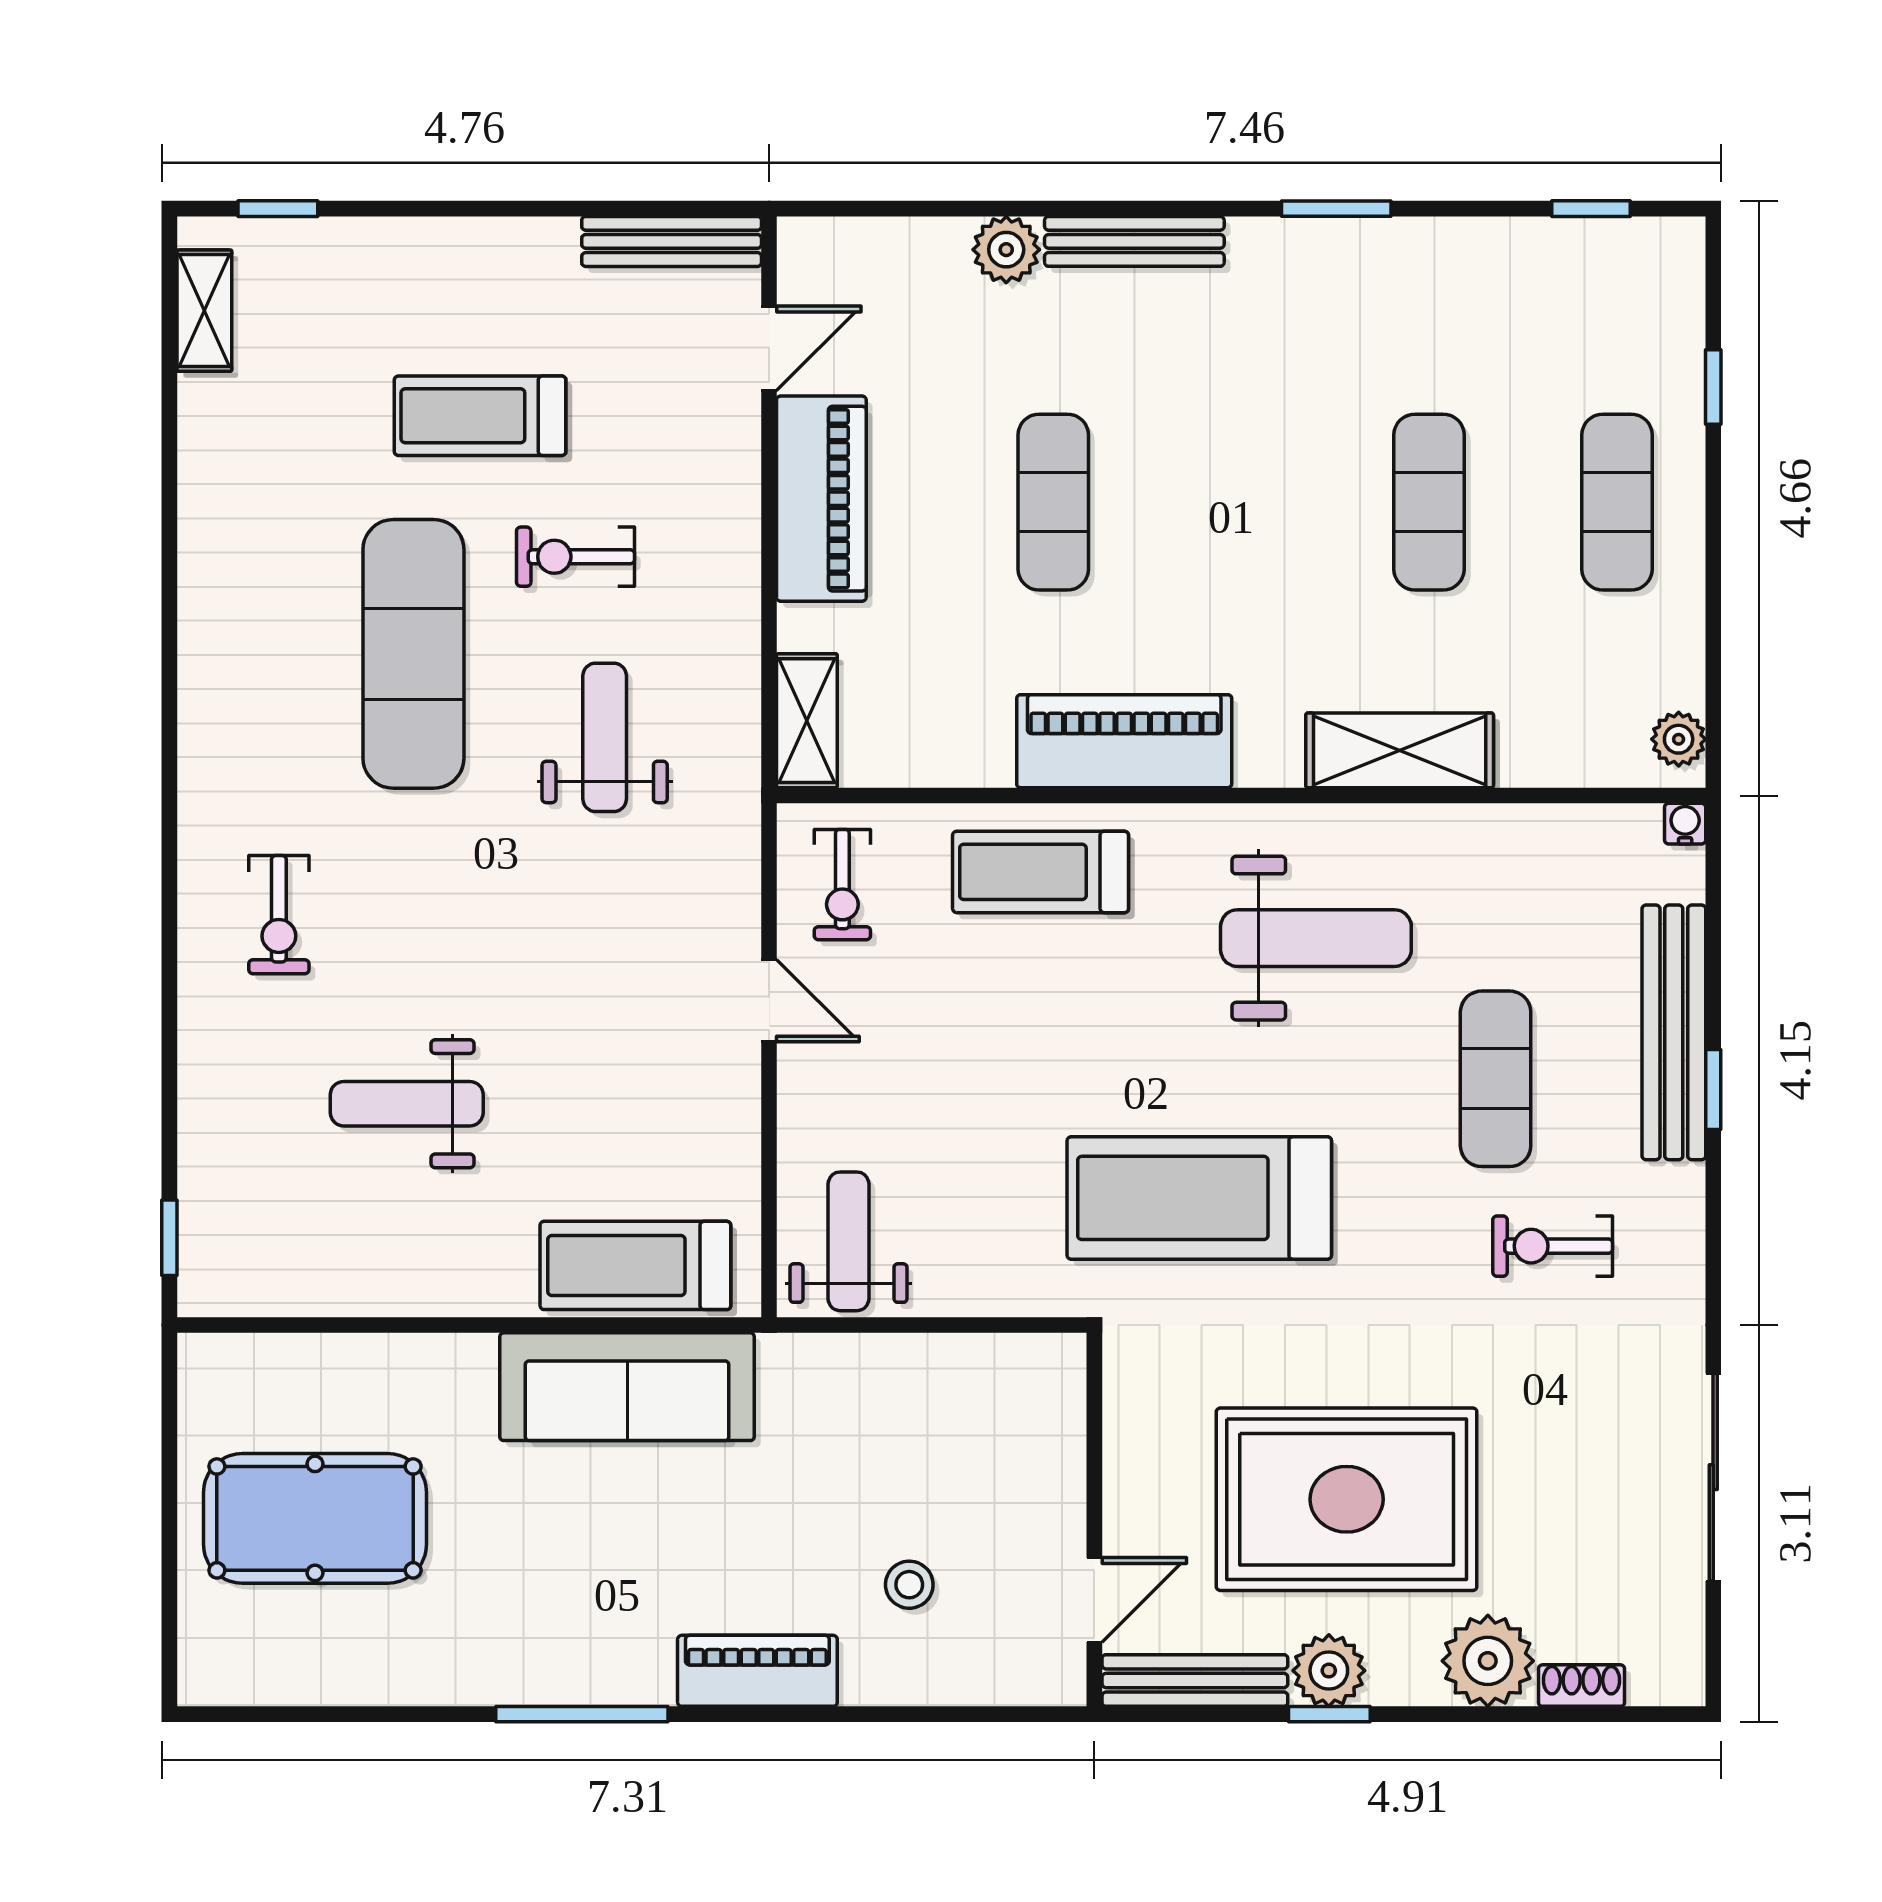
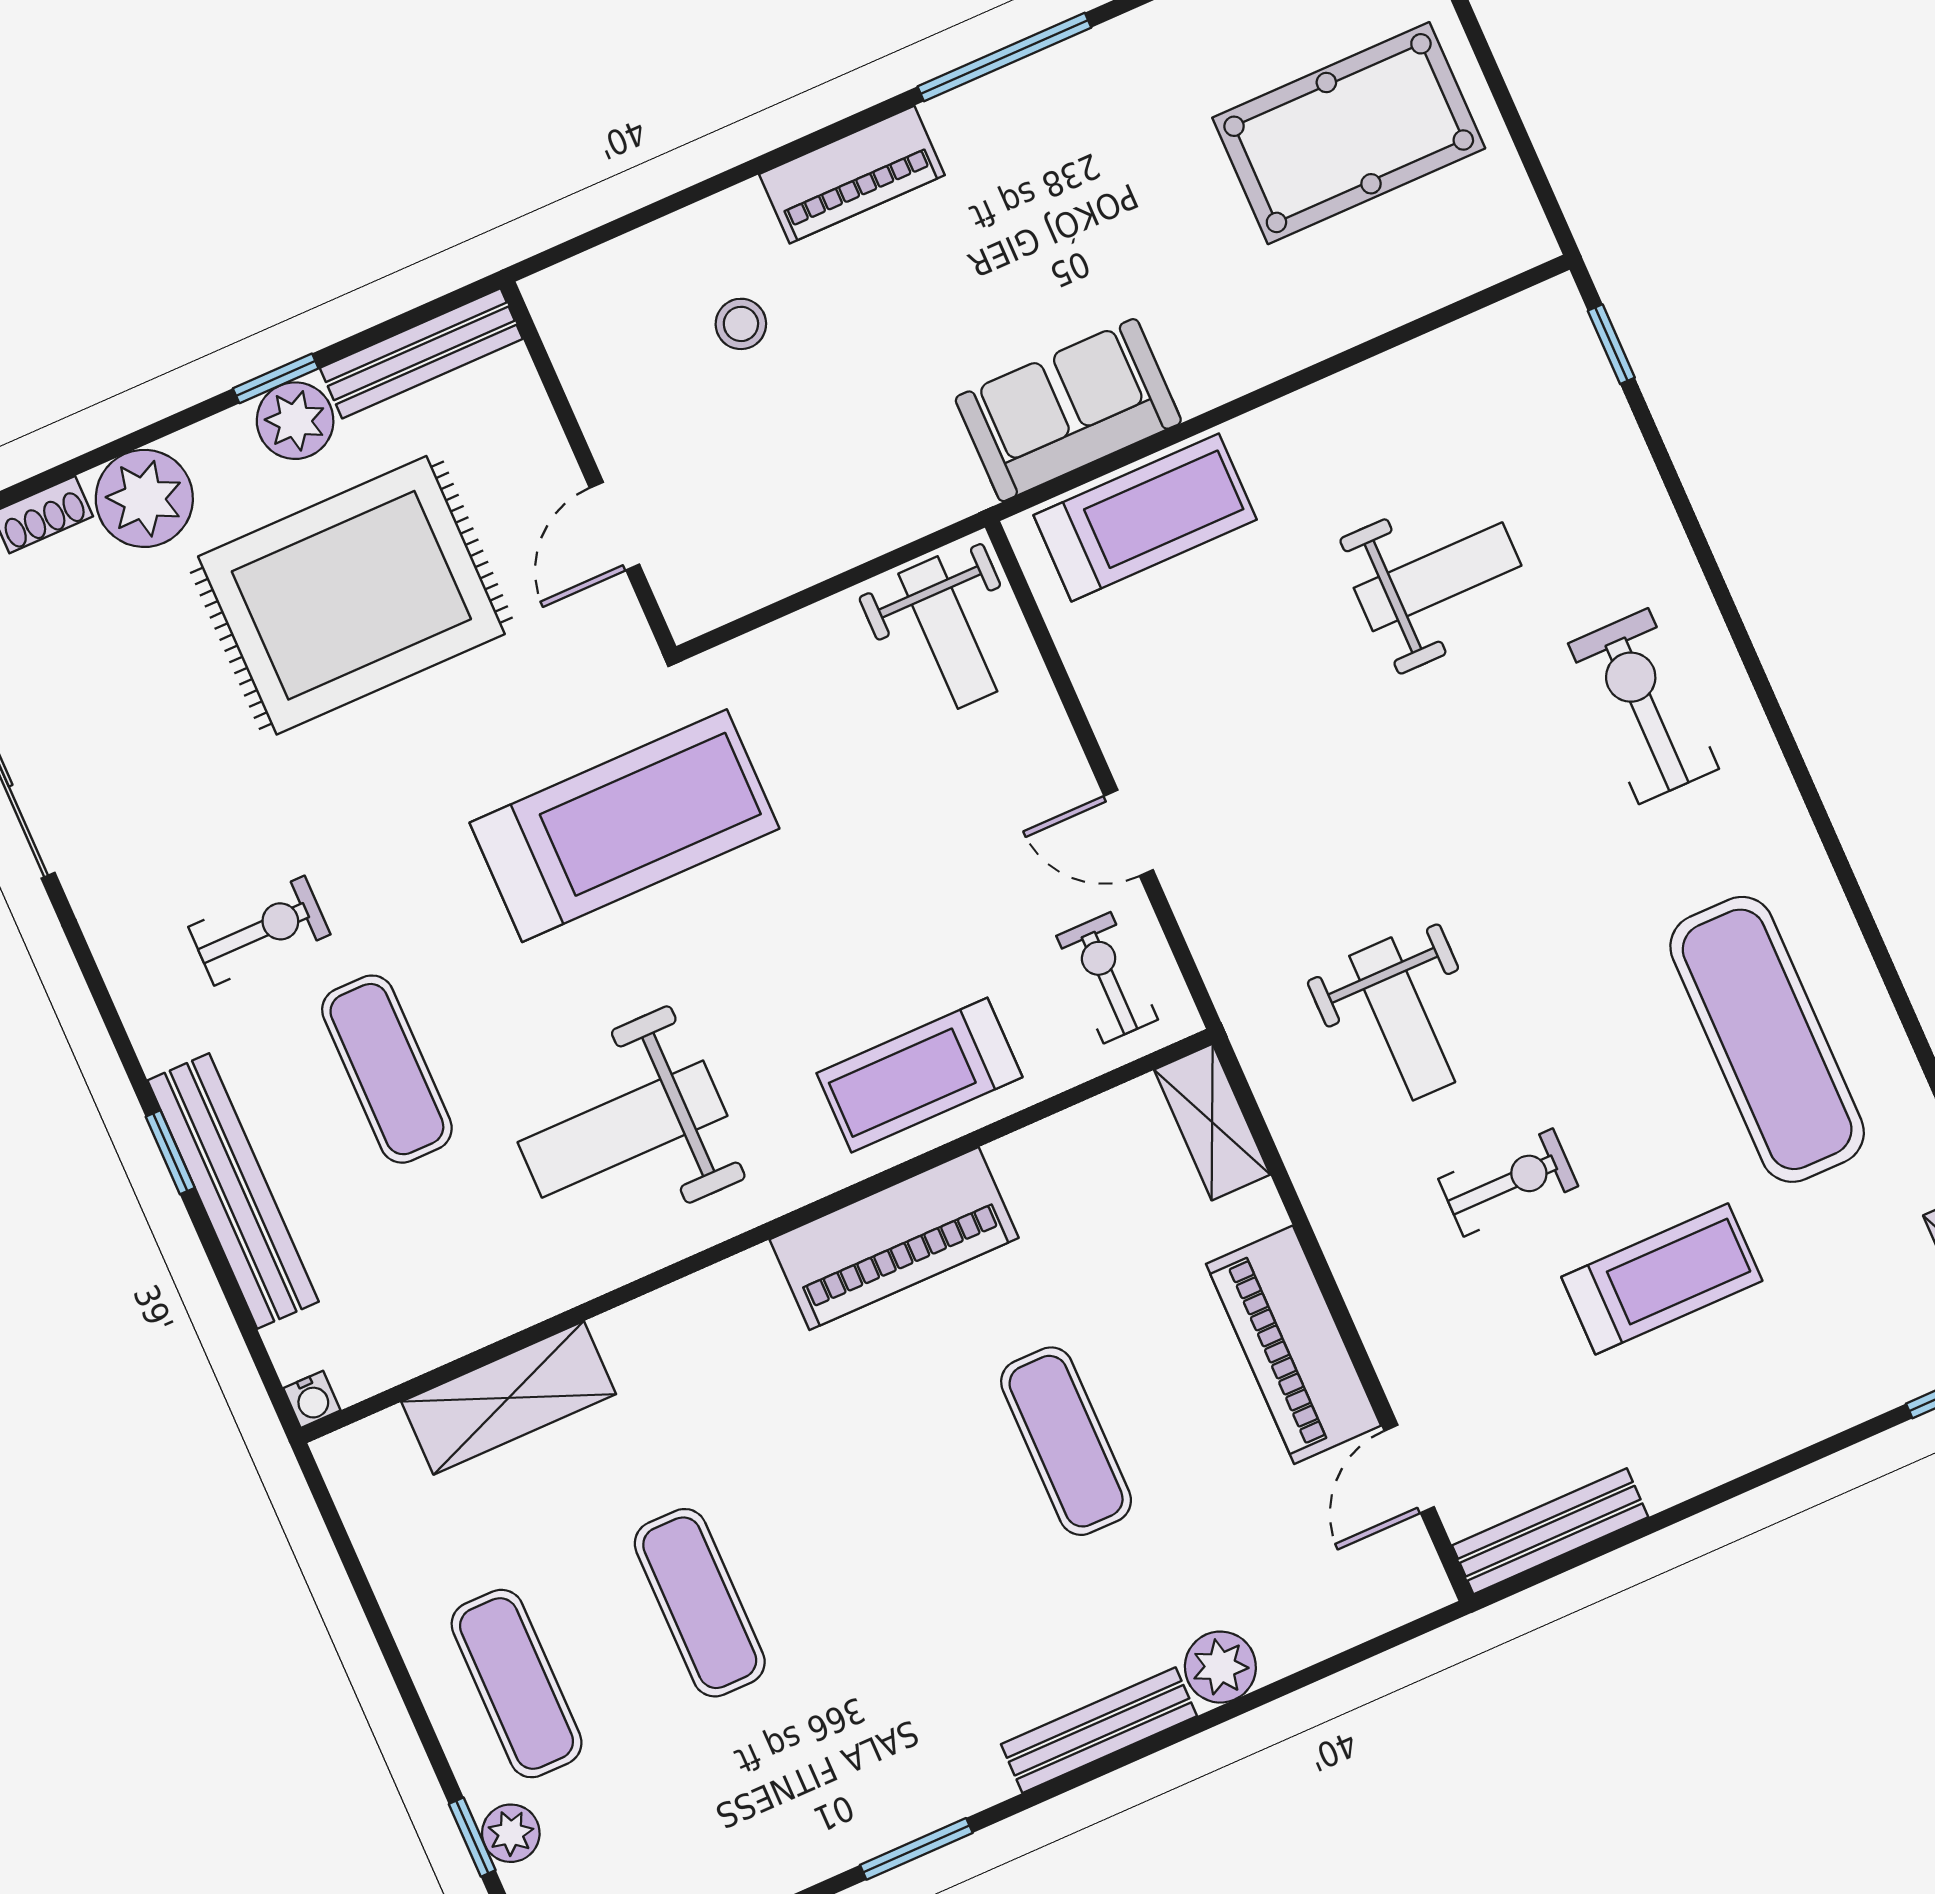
exercise mat: (413, 654) -> (1767, 1039), moved
plant: (1679, 739) -> (511, 1833), moved
shelving: (1400, 750) -> (509, 1398), moved
treadmill: (1041, 872) -> (919, 1075), turned 180
exercise bike: (279, 915) -> (1644, 706), width x1.38, depth x1.39
sofa: (627, 1387) -> (1068, 410), width x0.73
door: (1094, 1600) -> (615, 526), moved

